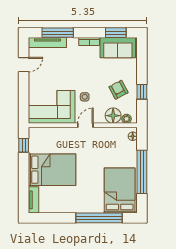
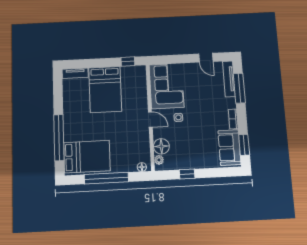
armchair: (118, 90) -> (188, 150), removed

